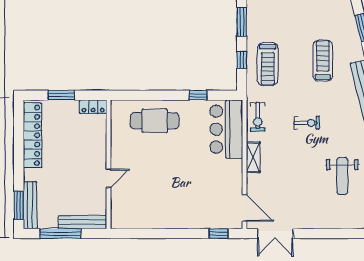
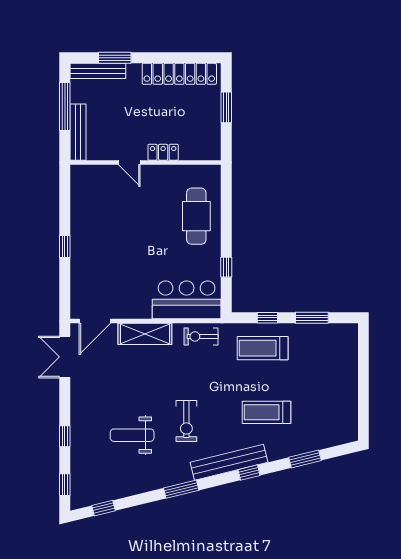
treadmill: (323, 61) -> (266, 412), turned 180
locker: (93, 107) -> (163, 152), moved, turned 90
exercise bike: (307, 123) -> (186, 421), moved, width x1.38, depth x1.39
shelving: (253, 157) -> (145, 334), width x1.50, depth x1.33
window: (19, 206) -> (115, 58), moved
window: (219, 234) -> (65, 246), moved
window: (343, 234) -> (65, 436), added

